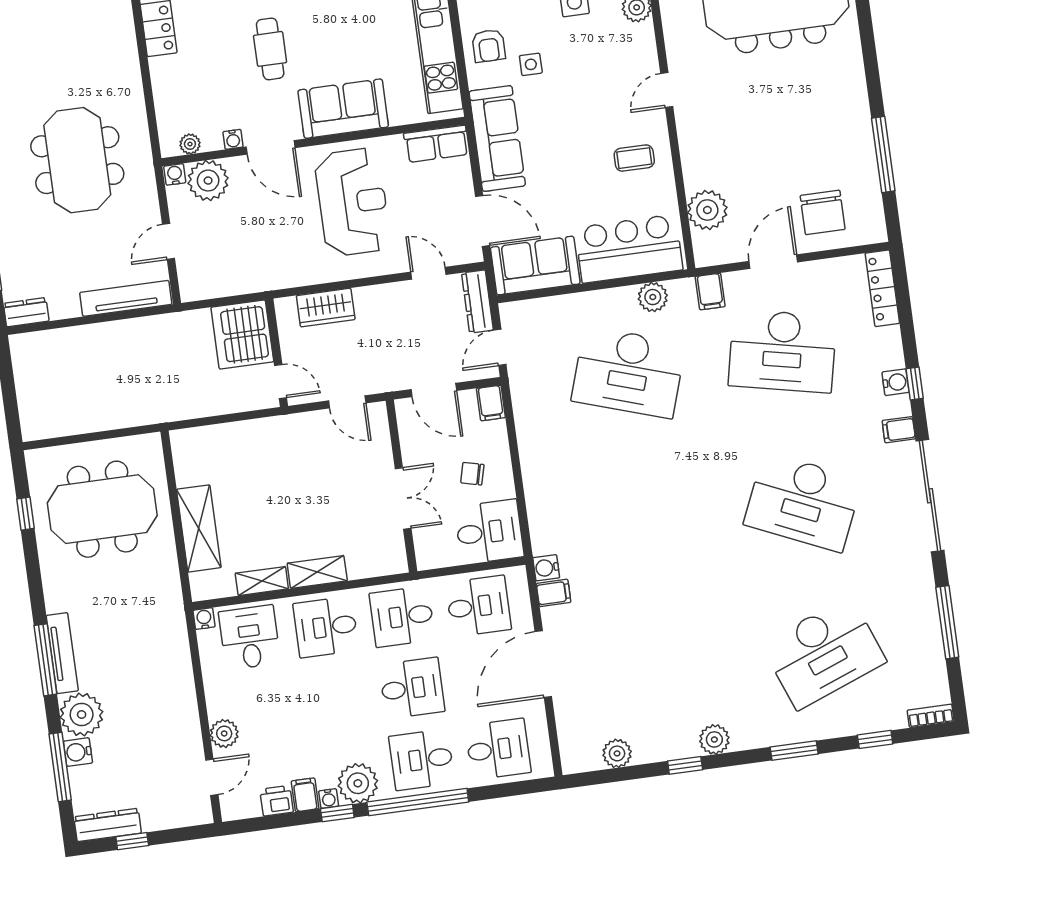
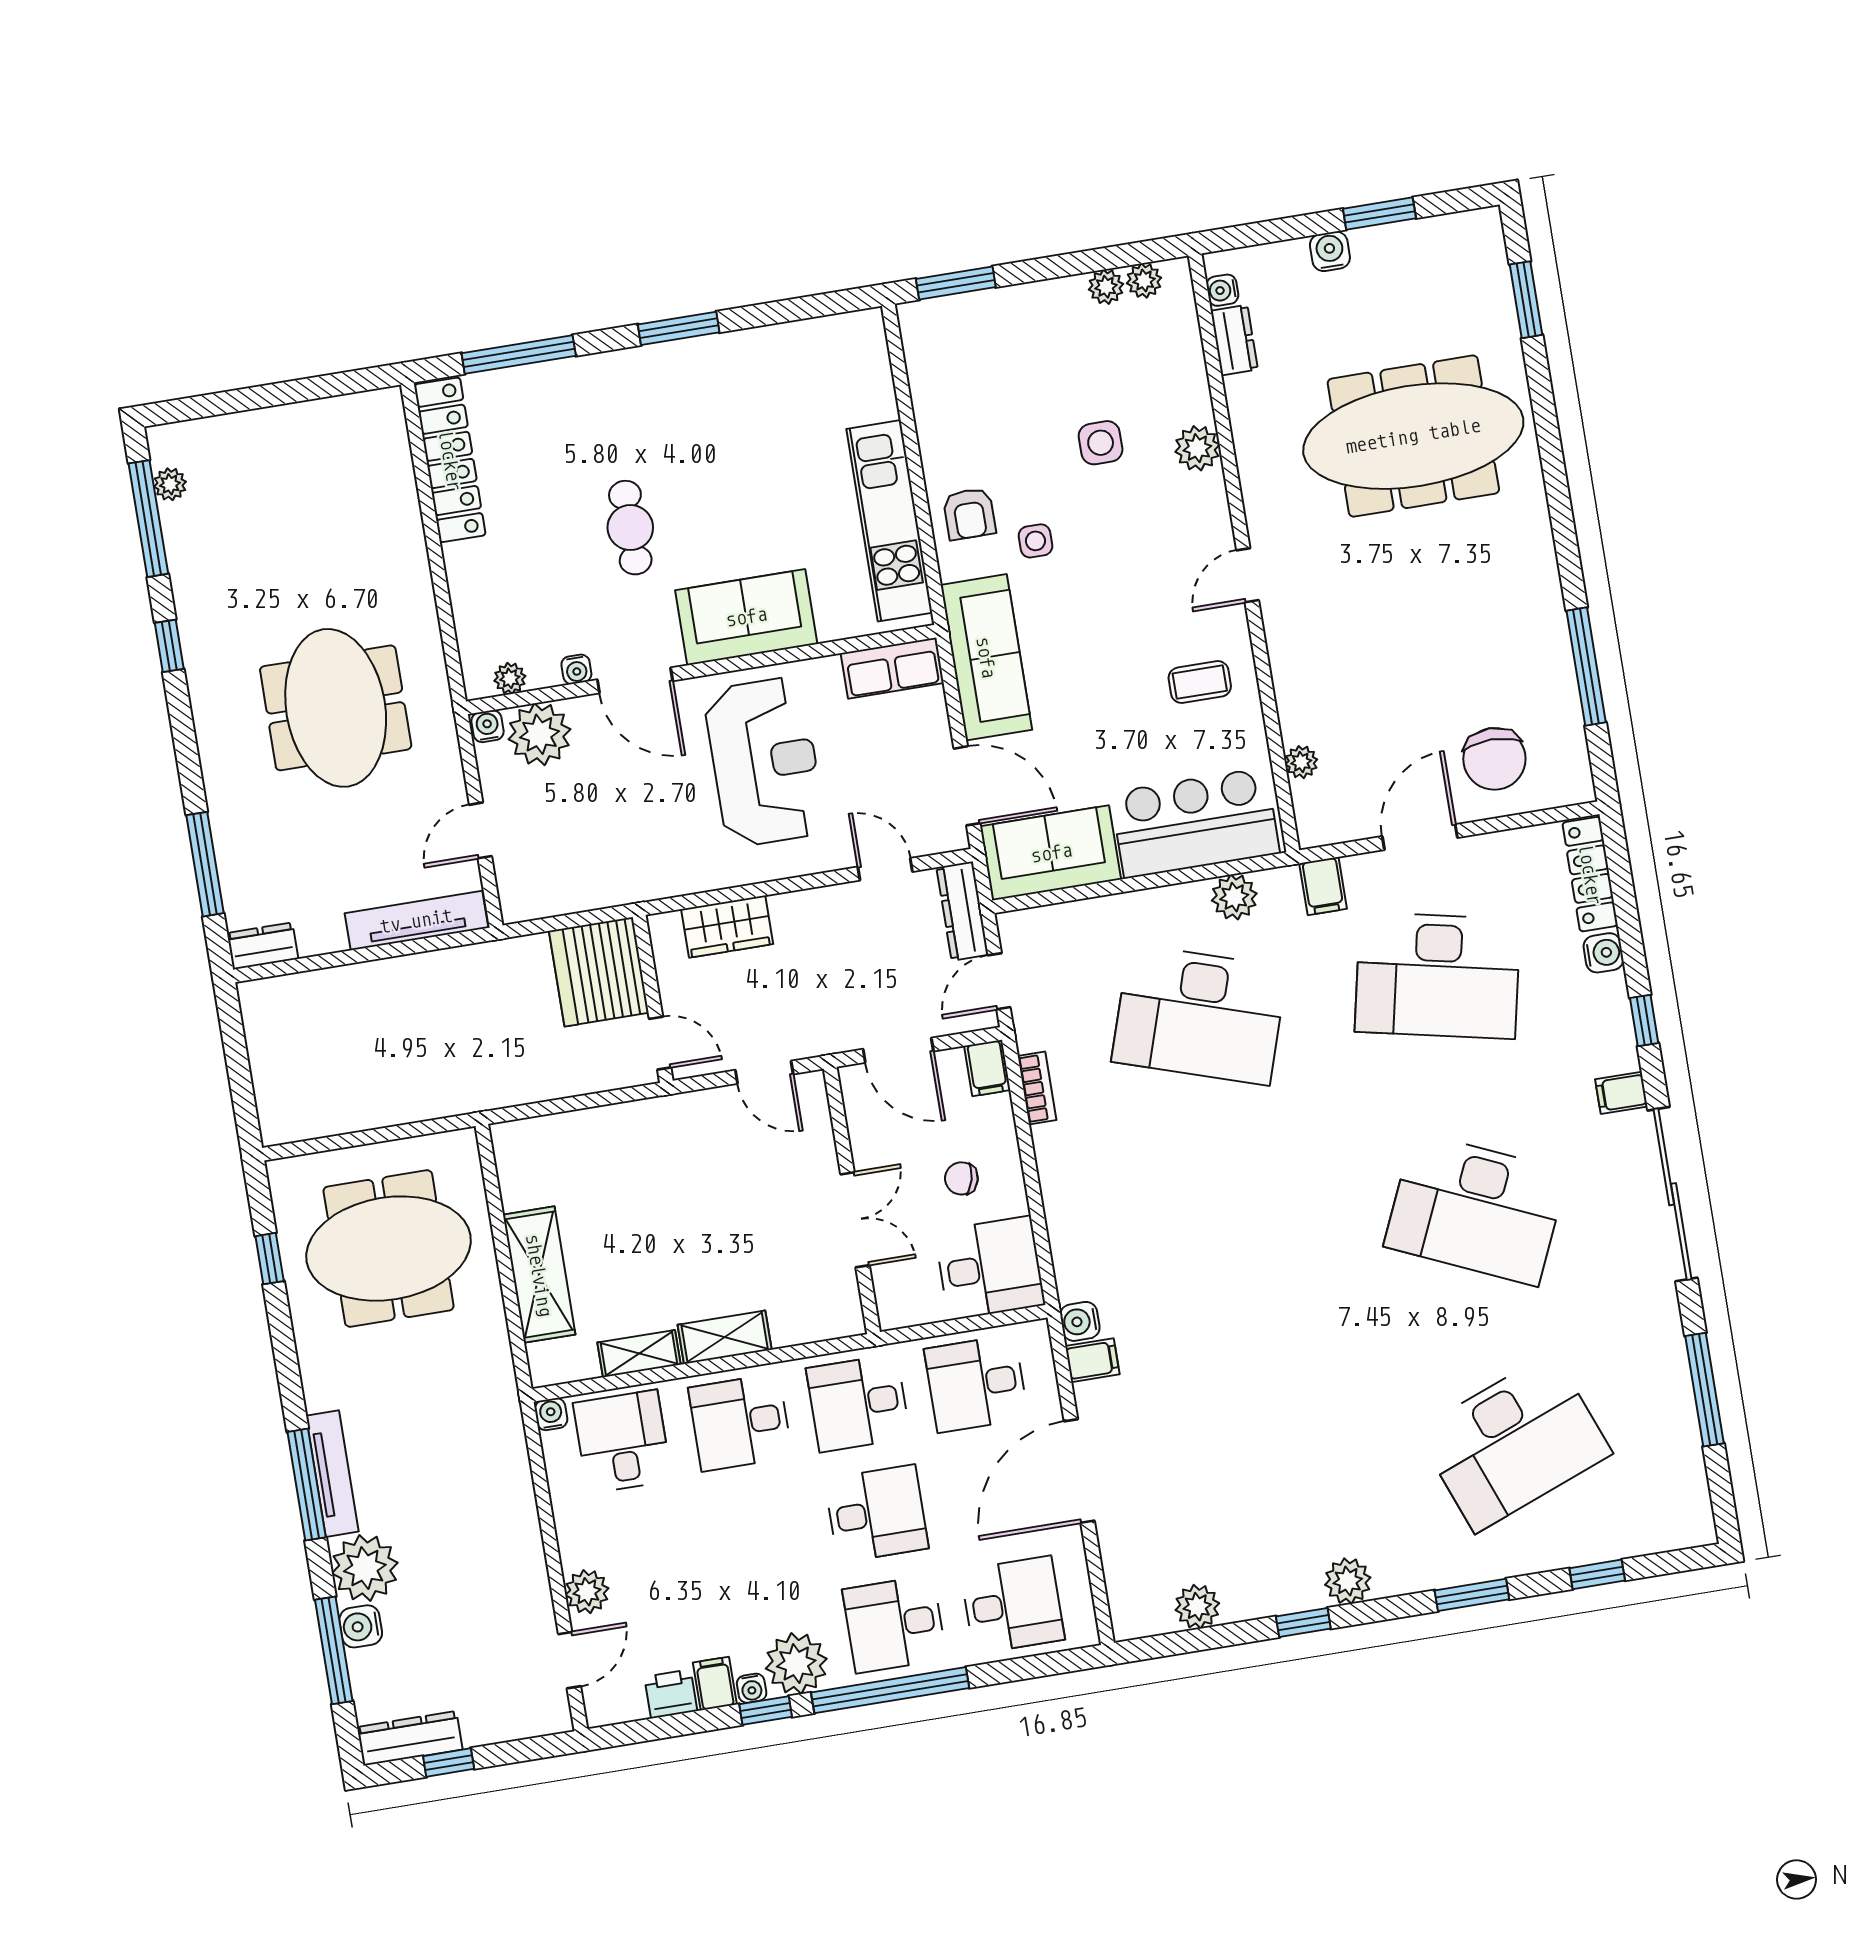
plant: (707, 210) -> (1301, 762), width x0.53, depth x0.53
water cooler: (895, 382) -> (1603, 953), moved
desk: (478, 606) -> (976, 1384), turned 180
bookcase: (931, 716) -> (1037, 1088), moved, turned 90

